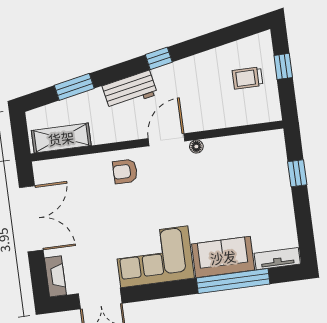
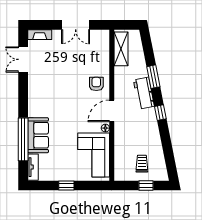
window: (74, 87) -> (153, 77), moved
door: (166, 140) -> (112, 111), swing flipped
window: (297, 173) -> (66, 186), moved
double door: (31, 219) -> (76, 25), width x0.73
corner sofa: (154, 257) -> (94, 155), moved, turned 180

